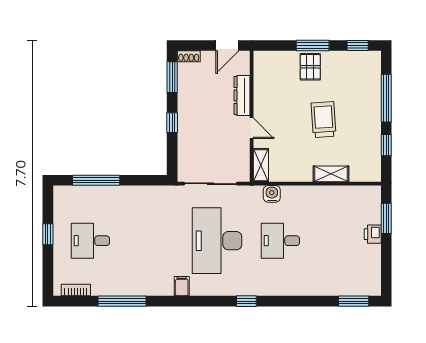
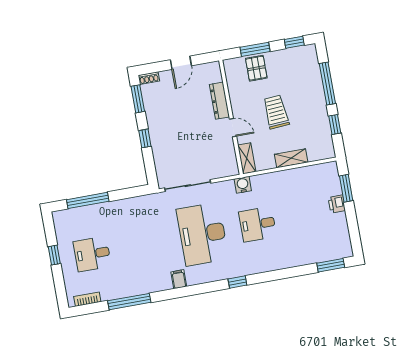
dresser: (242, 96) -> (219, 101), moved
wall: (252, 116) -> (231, 117), moved
door: (252, 128) -> (233, 128), moved
shelving: (261, 165) -> (247, 158), moved

